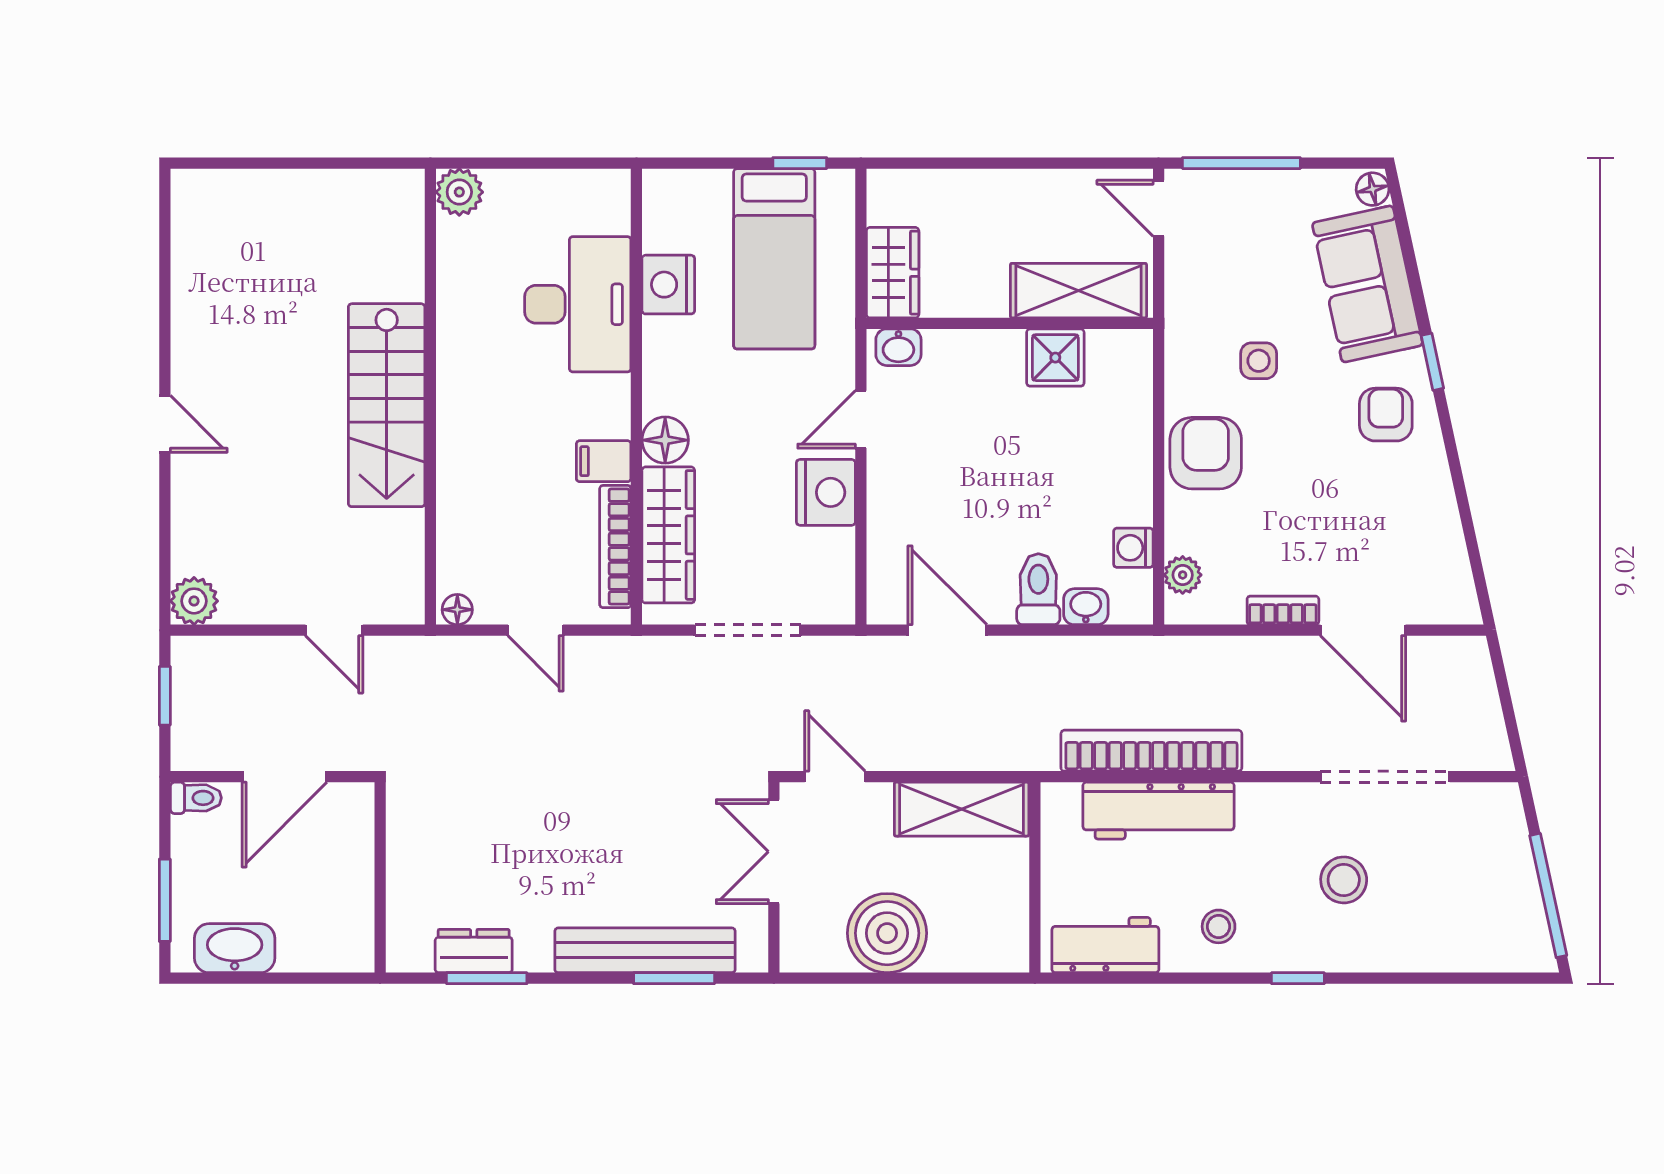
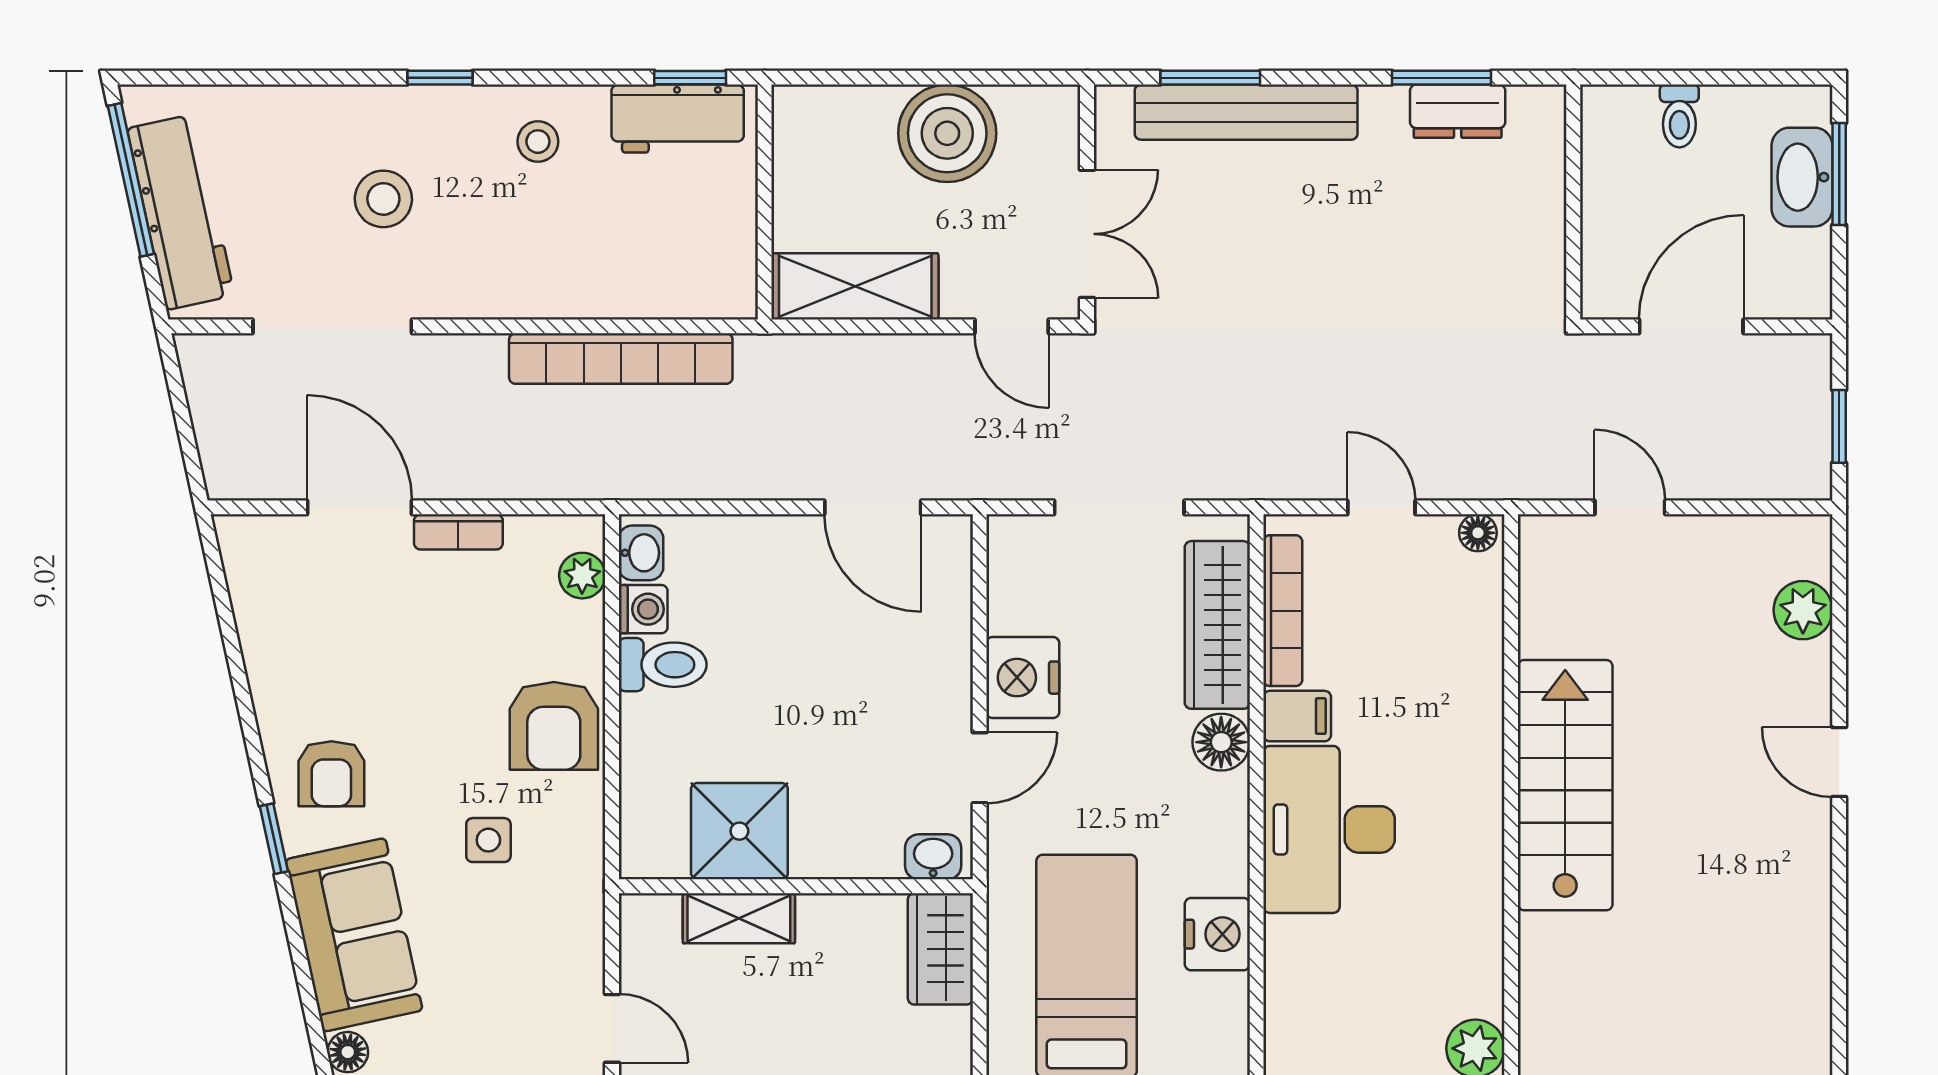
shelving: (1079, 291) -> (739, 918), width x0.67, depth x0.75
desk: (578, 304) -> (1329, 829), moved
shower: (1055, 358) -> (739, 831), width x1.36, depth x1.36
toilet: (1038, 589) -> (663, 665), moved, turned -90
plant: (194, 601) -> (1803, 610), moved
washbasin: (1086, 607) -> (641, 553), moved, turned -90
toilet: (196, 798) -> (1679, 116), moved, turned -90
workbench: (1159, 811) -> (181, 212), moved, turned 78
washbasin: (235, 948) -> (1802, 177), moved, turned 90
window: (1095, 978) -> (690, 78), added

